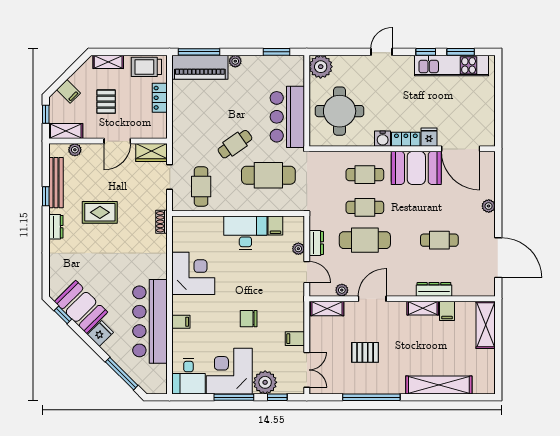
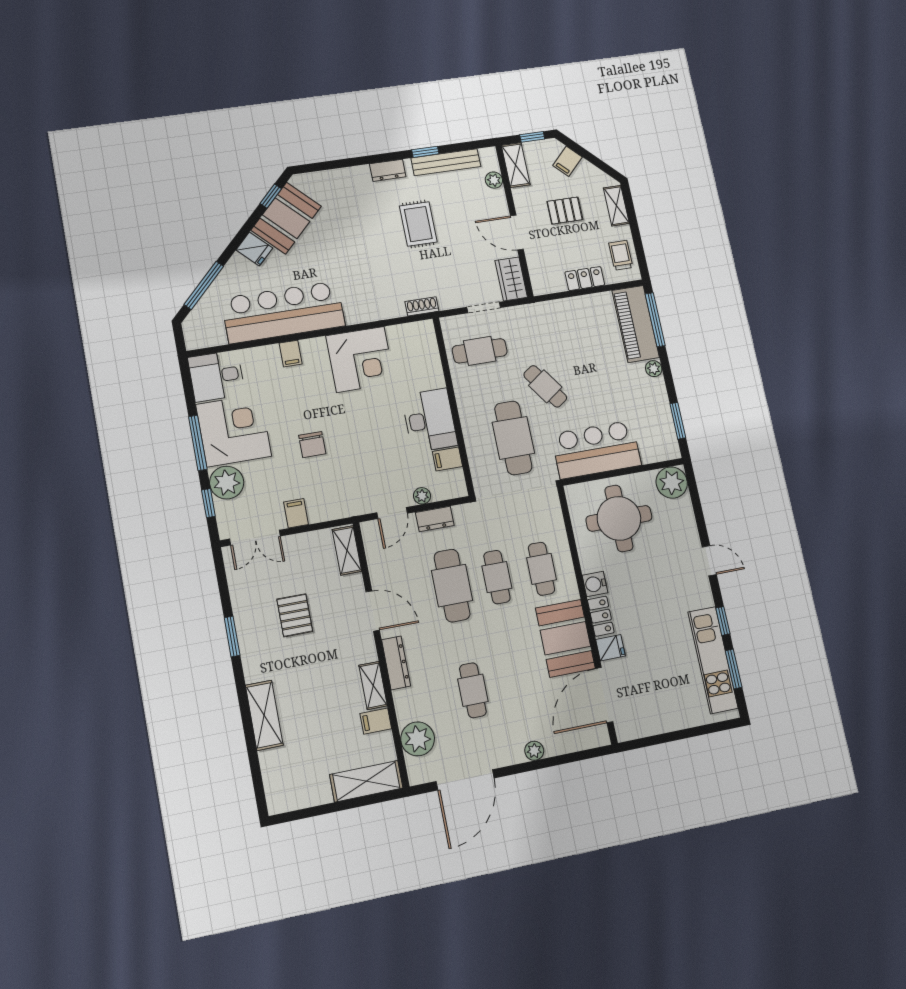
trolley: (146, 67) -> (621, 255), width x0.73, depth x0.72
dresser: (434, 289) -> (396, 663), moved
plant: (342, 290) -> (418, 739), moved, width x1.87, depth x1.87
chair: (249, 319) -> (312, 445), turned 180
shelving: (439, 385) -> (264, 715), width x0.68
window: (371, 397) -> (232, 636), width x0.47

